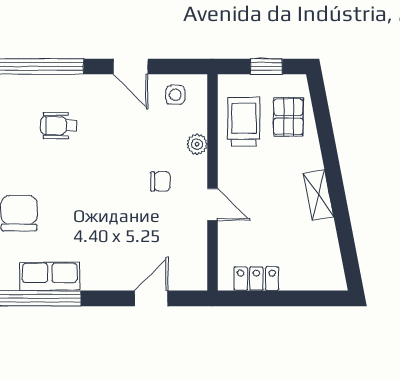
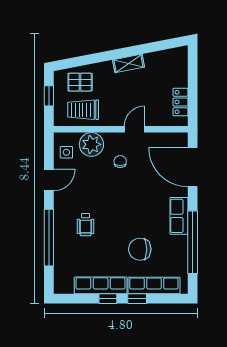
plant: (197, 144) -> (91, 144), width x1.87, depth x1.87
row of seats: (50, 276) -> (179, 216), moved
door: (151, 298) -> (193, 167), width x1.87

